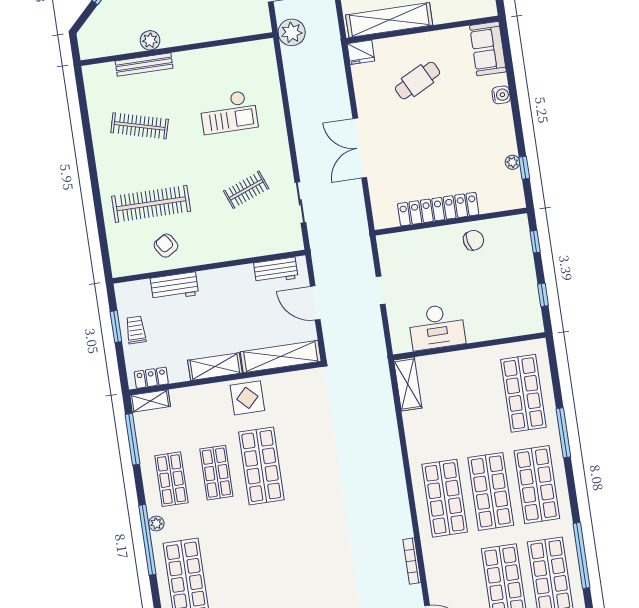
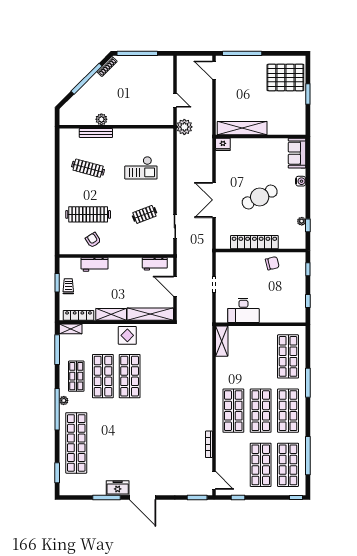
cafe table: (418, 81) -> (260, 197), moved, width x1.37, depth x1.35
locker: (151, 378) -> (78, 315), width x1.53
shop shelf: (216, 473) -> (103, 376), width x1.43, depth x1.36

